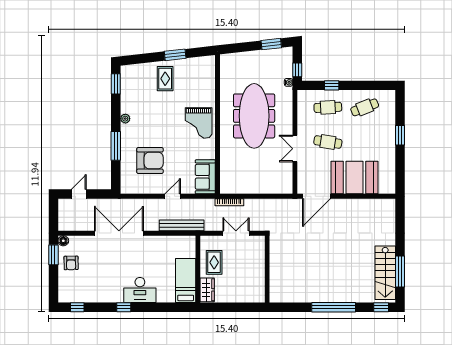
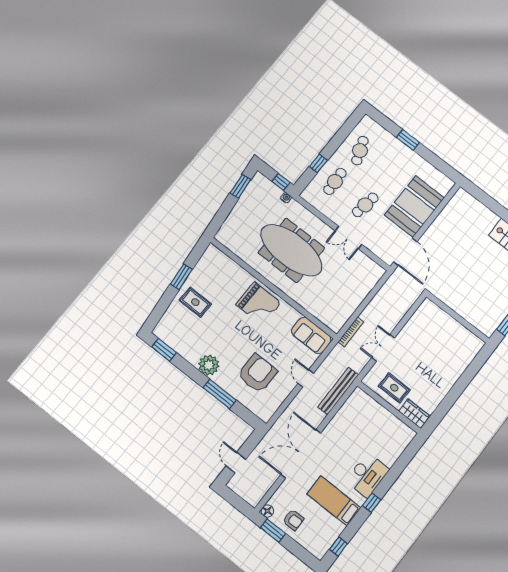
plant: (125, 119) -> (209, 365), width x1.87, depth x1.87
wall: (267, 269) -> (458, 318), moved
bed: (186, 281) -> (334, 501), moved

